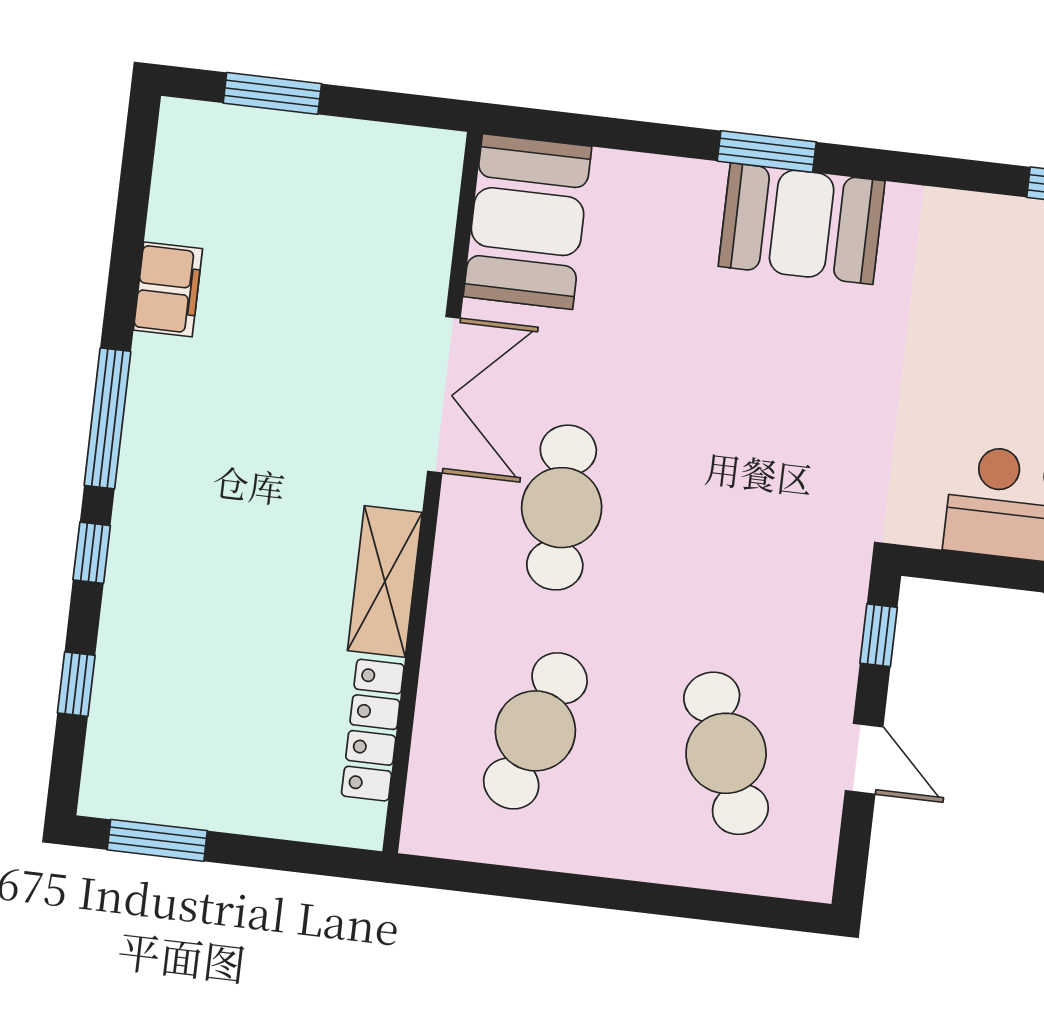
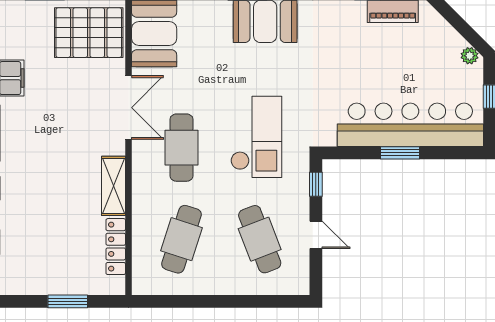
pallet: (368, 201) -> (89, 33), added
checkout: (747, 503) -> (256, 137), added
window: (157, 840) -> (68, 301), moved

